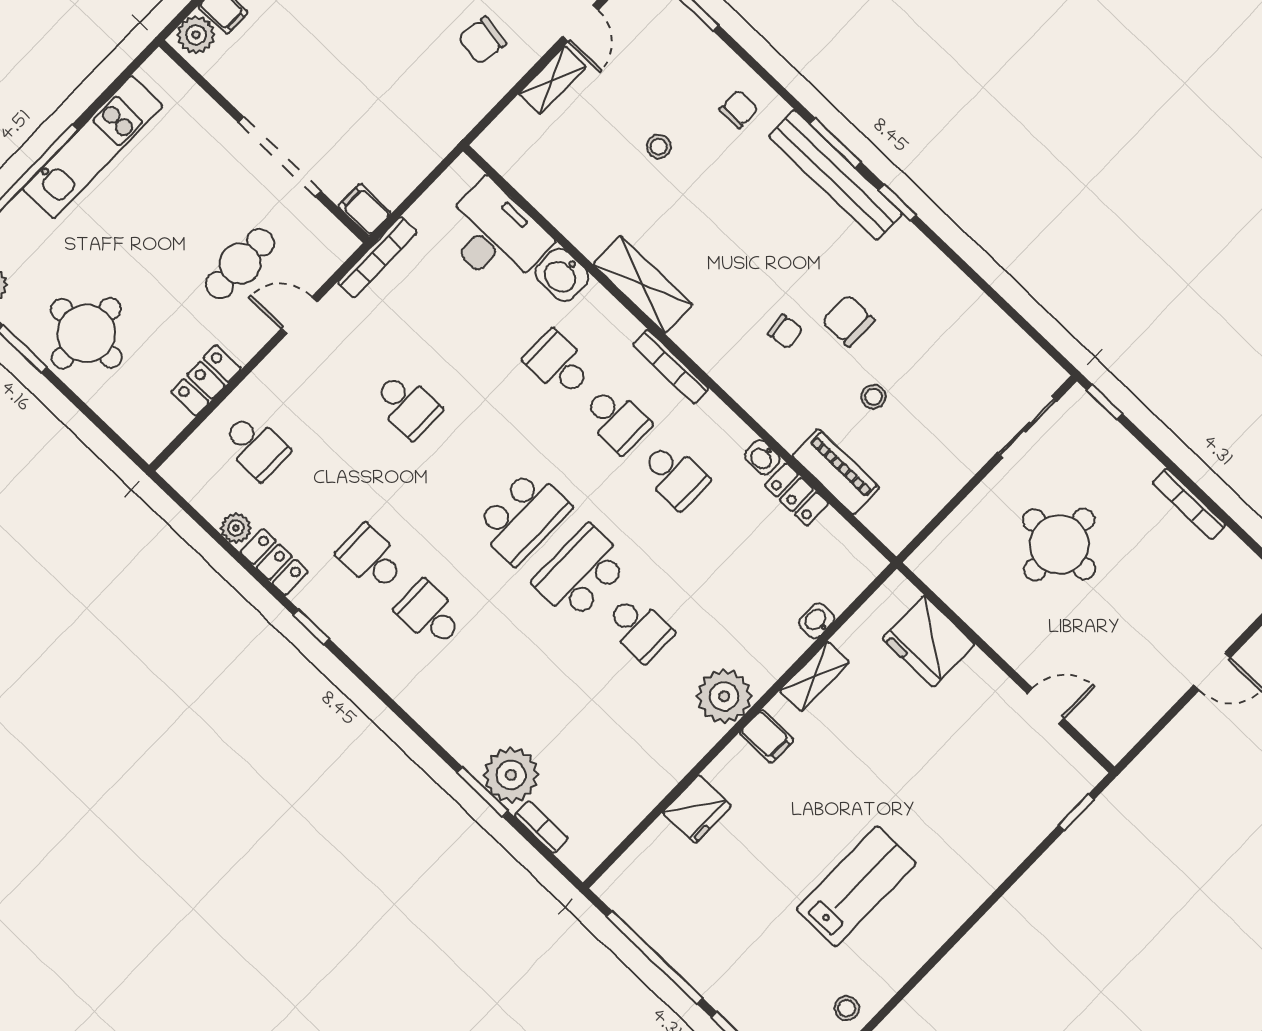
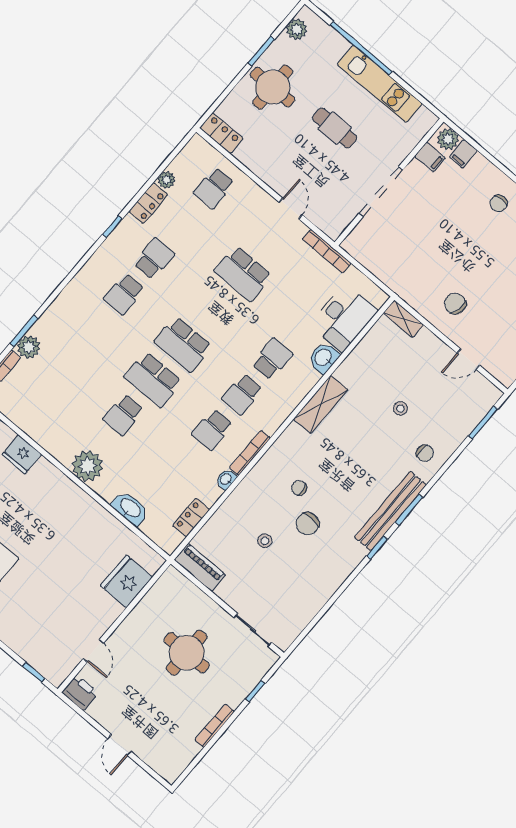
shelving: (552, 80) -> (404, 319), moved
filing cabinet: (365, 210) -> (430, 157), moved, turned 90
cafe table: (240, 264) -> (335, 128), moved
chair: (848, 321) -> (307, 524), turned 180
chair: (785, 332) -> (299, 488), turned 91
bookcase: (671, 367) -> (250, 453), moved
locker: (206, 380) -> (221, 133), moved
window: (1105, 402) -> (255, 691), moved
school desk: (407, 405) -> (243, 273), width x1.85
piano: (836, 472) -> (200, 567), moved, turned -90
locker: (797, 494) -> (191, 518), moved
school desk: (581, 573) -> (153, 379), turned 180
school desk: (429, 614) -> (124, 294), turned 180
washbasin: (817, 621) -> (130, 508), width x1.91, depth x1.45
shelving: (814, 677) -> (102, 517), removed
printer: (1117, 734) -> (80, 693), added
filing cabinet: (767, 736) -> (66, 492), removed
plant: (511, 775) -> (29, 347), width x0.73, depth x0.73

